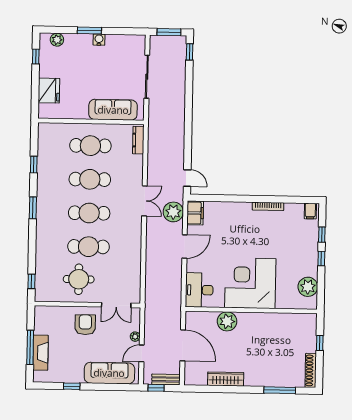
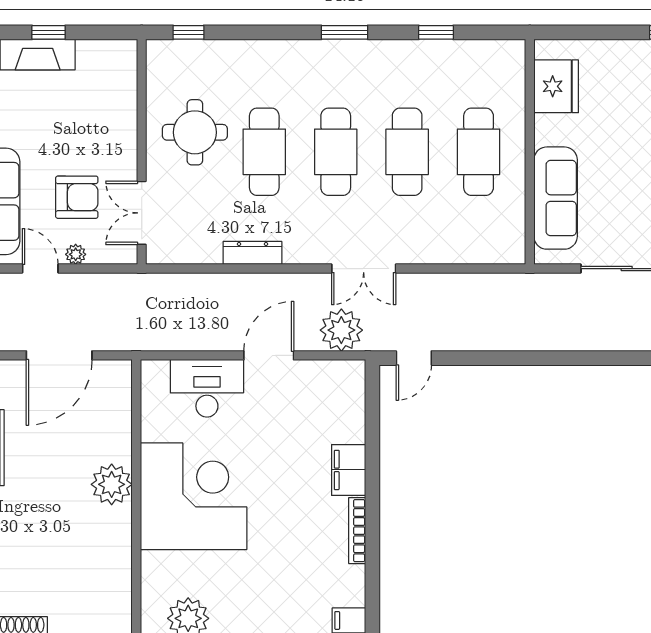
fridge: (49, 91) -> (556, 86), moved, turned -90
dresser: (138, 140) -> (252, 253), moved
filing cabinet: (195, 213) -> (349, 470), moved, turned 90
door: (185, 246) -> (269, 355), swing flipped
desk: (199, 290) -> (207, 388), moved
plant: (227, 321) -> (112, 484), moved
armchair: (85, 325) -> (77, 197), moved
window: (30, 347) -> (49, 32), width x0.46

